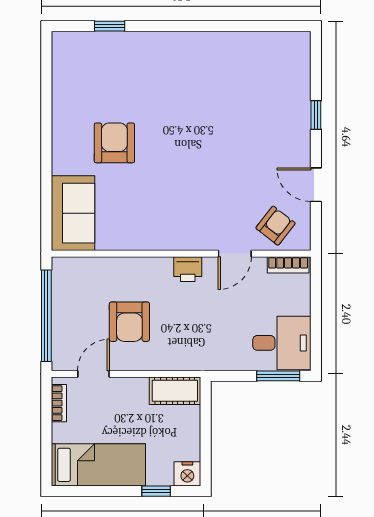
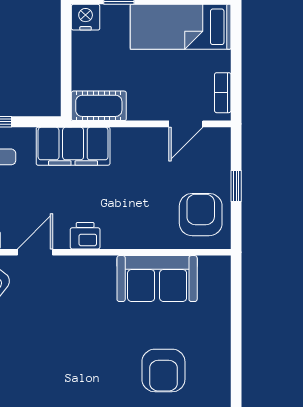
sofa: (73, 213) -> (157, 279), moved, turned -90
window: (46, 316) -> (236, 186), width x0.32
armchair: (129, 322) -> (201, 215), moved
filing cabinet: (199, 353) -> (73, 146), added

